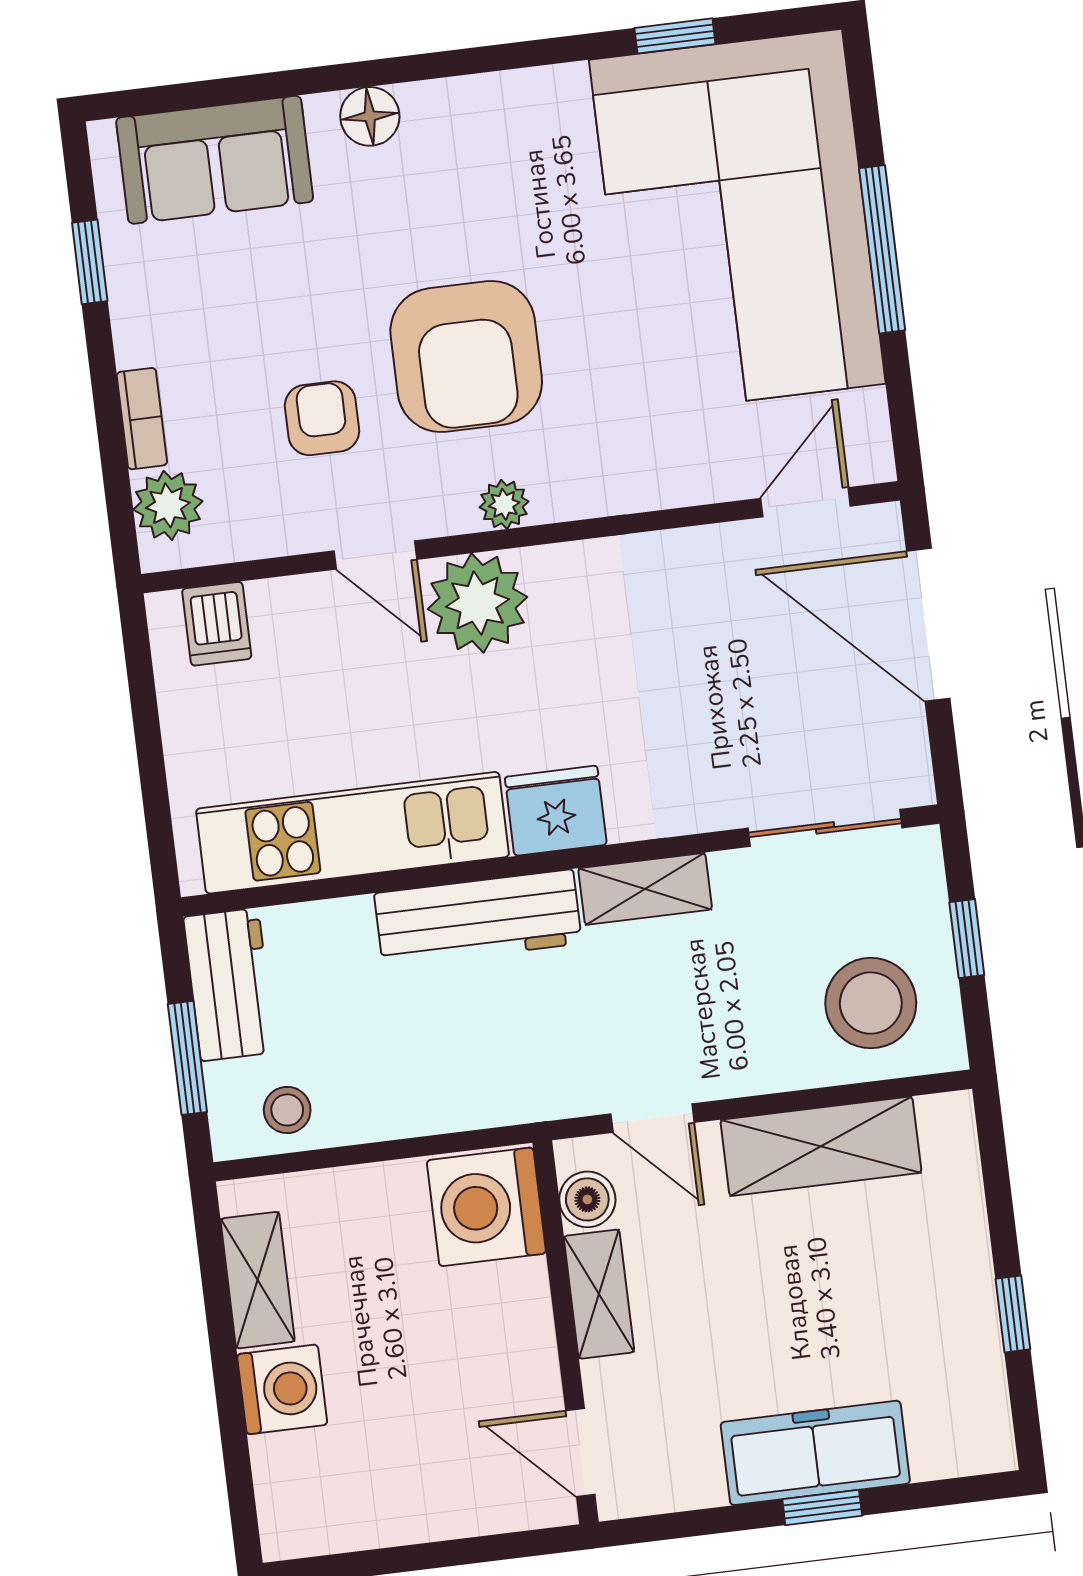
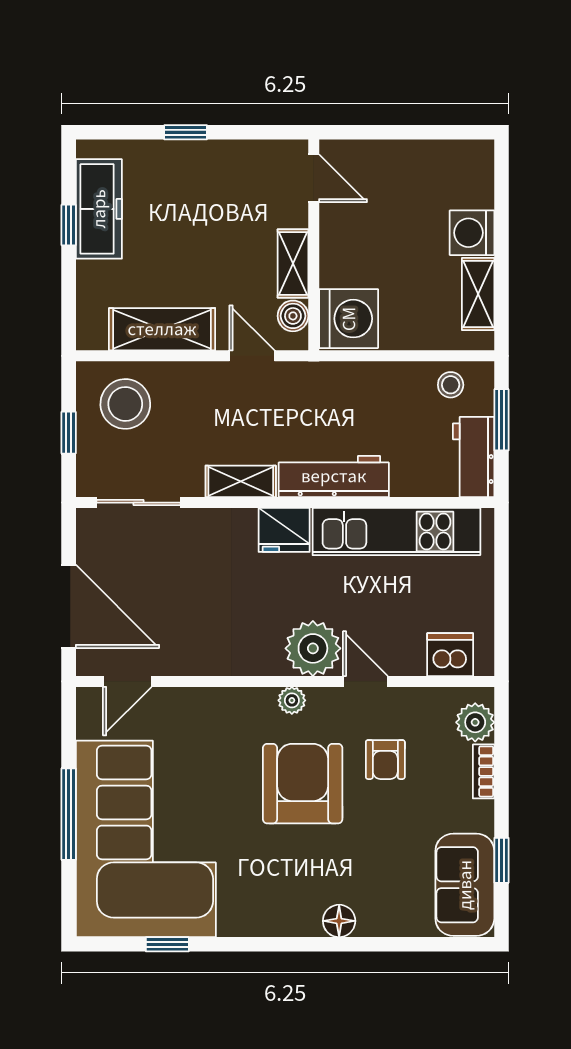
sofa: (215, 160) -> (465, 885), moved, turned -90
dishwasher: (217, 624) -> (450, 655), width x1.38
freezer: (815, 1453) -> (99, 209), moved, turned -90

